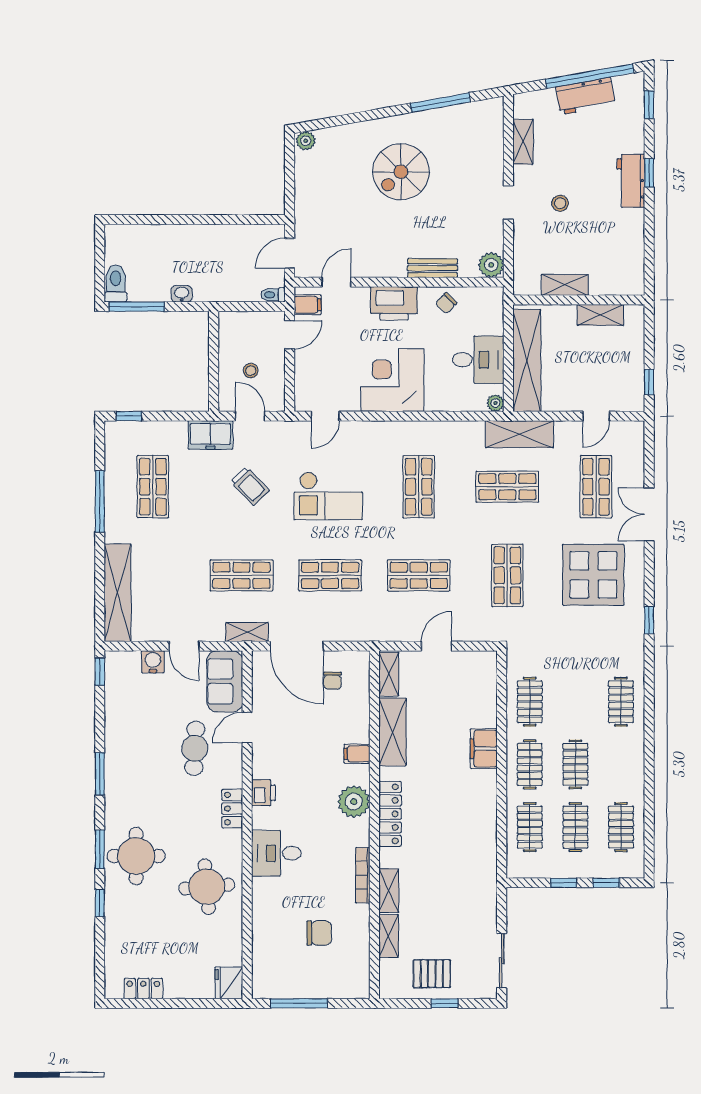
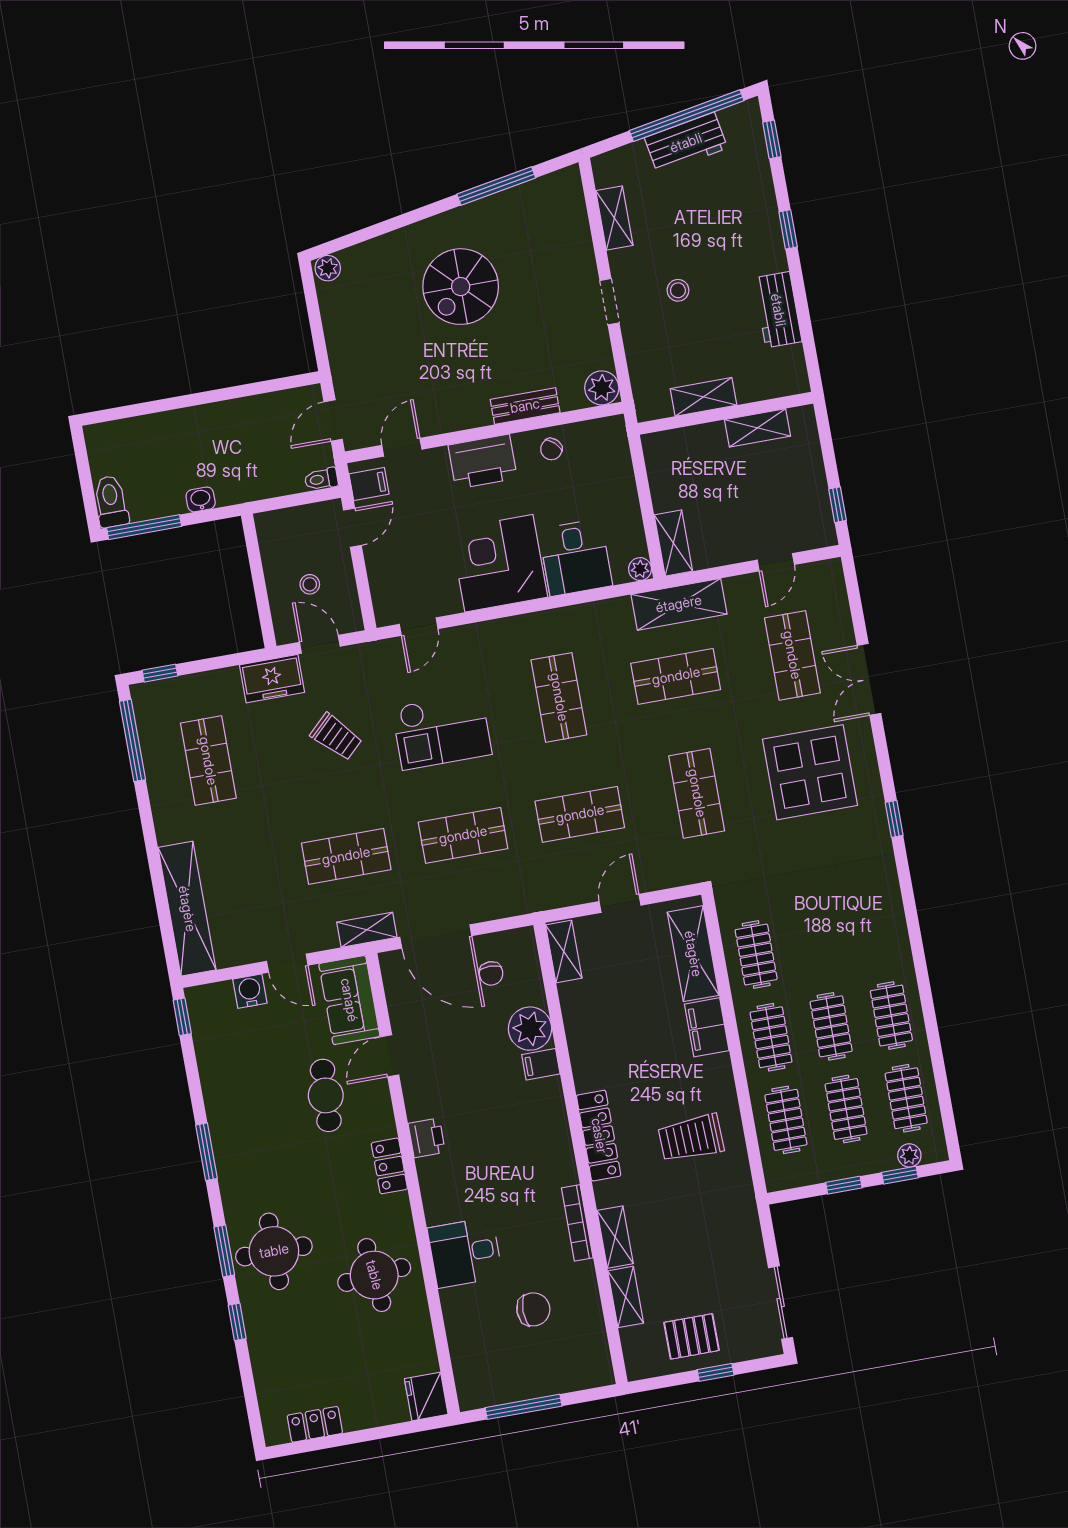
workbench: (631, 181) -> (778, 310), moved
desk: (478, 360) -> (575, 557), moved, turned 90
shelving: (527, 360) -> (673, 543), width x0.45, depth x0.75
window: (100, 502) -> (132, 740), moved
clothes rail: (621, 702) -> (891, 1016), moved
shelving: (392, 732) -> (693, 954), moved
plant: (354, 802) -> (530, 1029), moved
trolley: (458, 828) -> (691, 1138), added
desk: (276, 853) -> (465, 1252), moved
plant: (616, 870) -> (909, 1155), added

